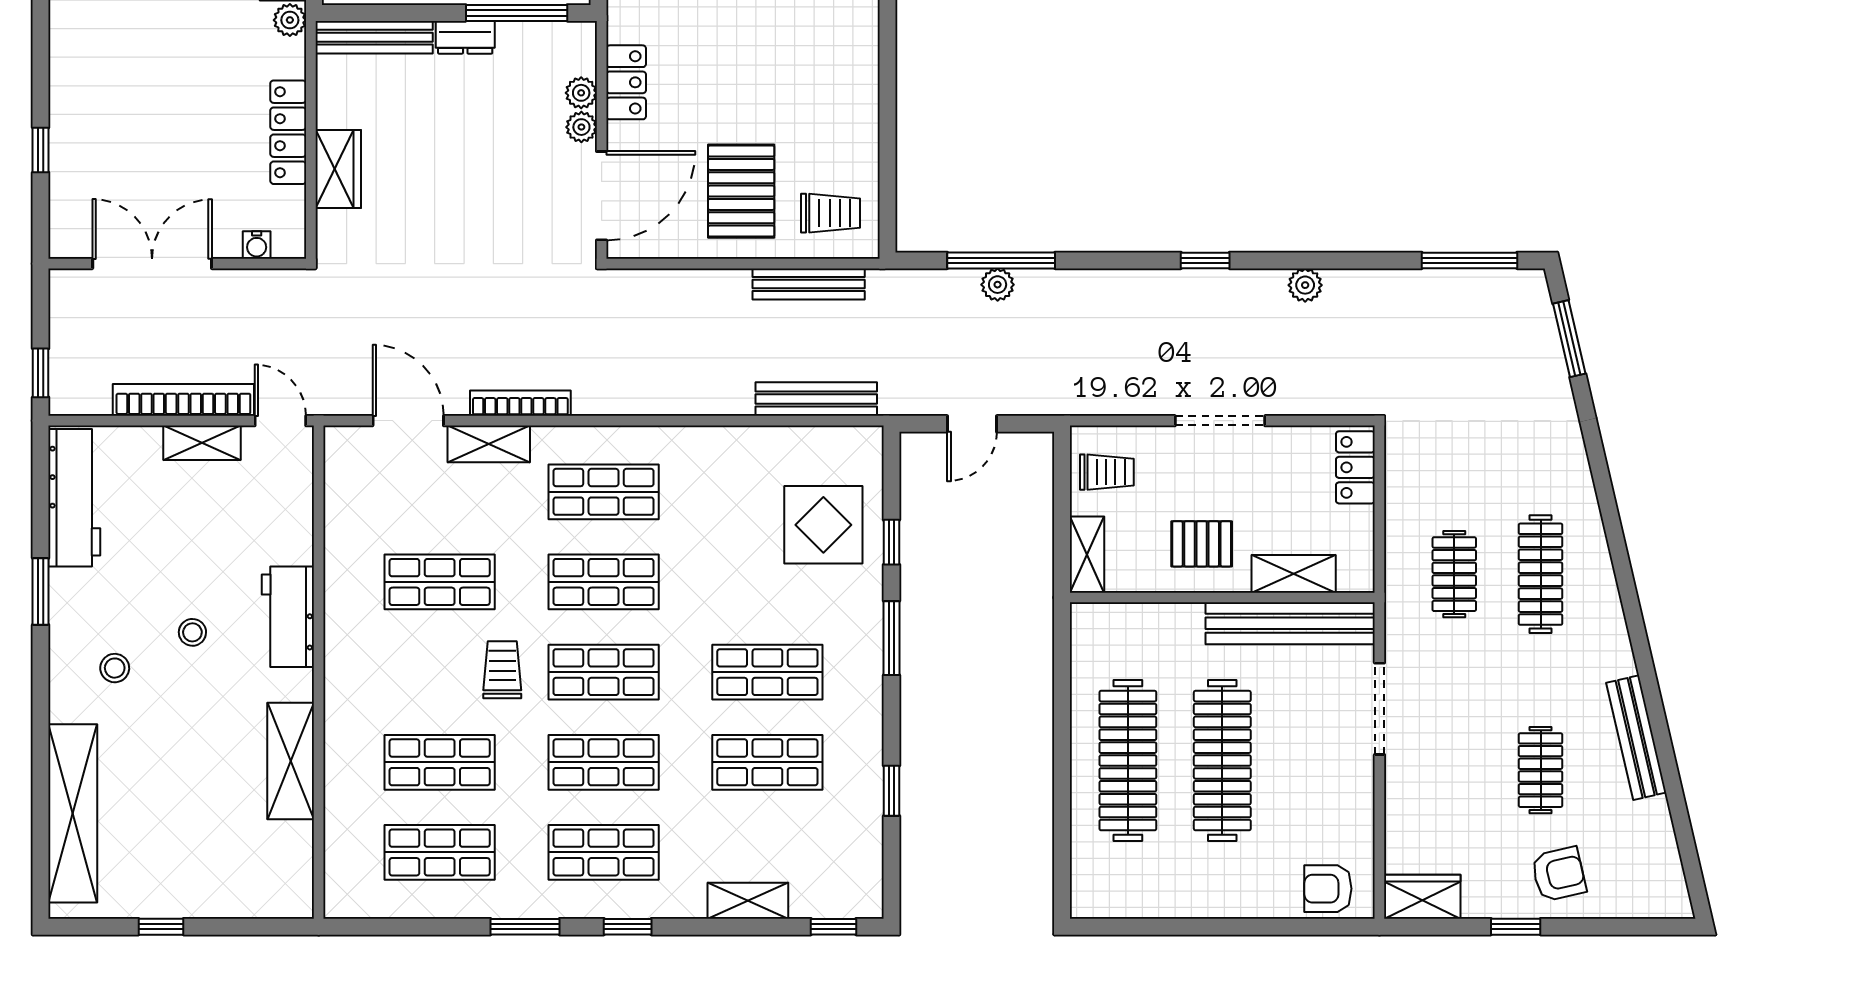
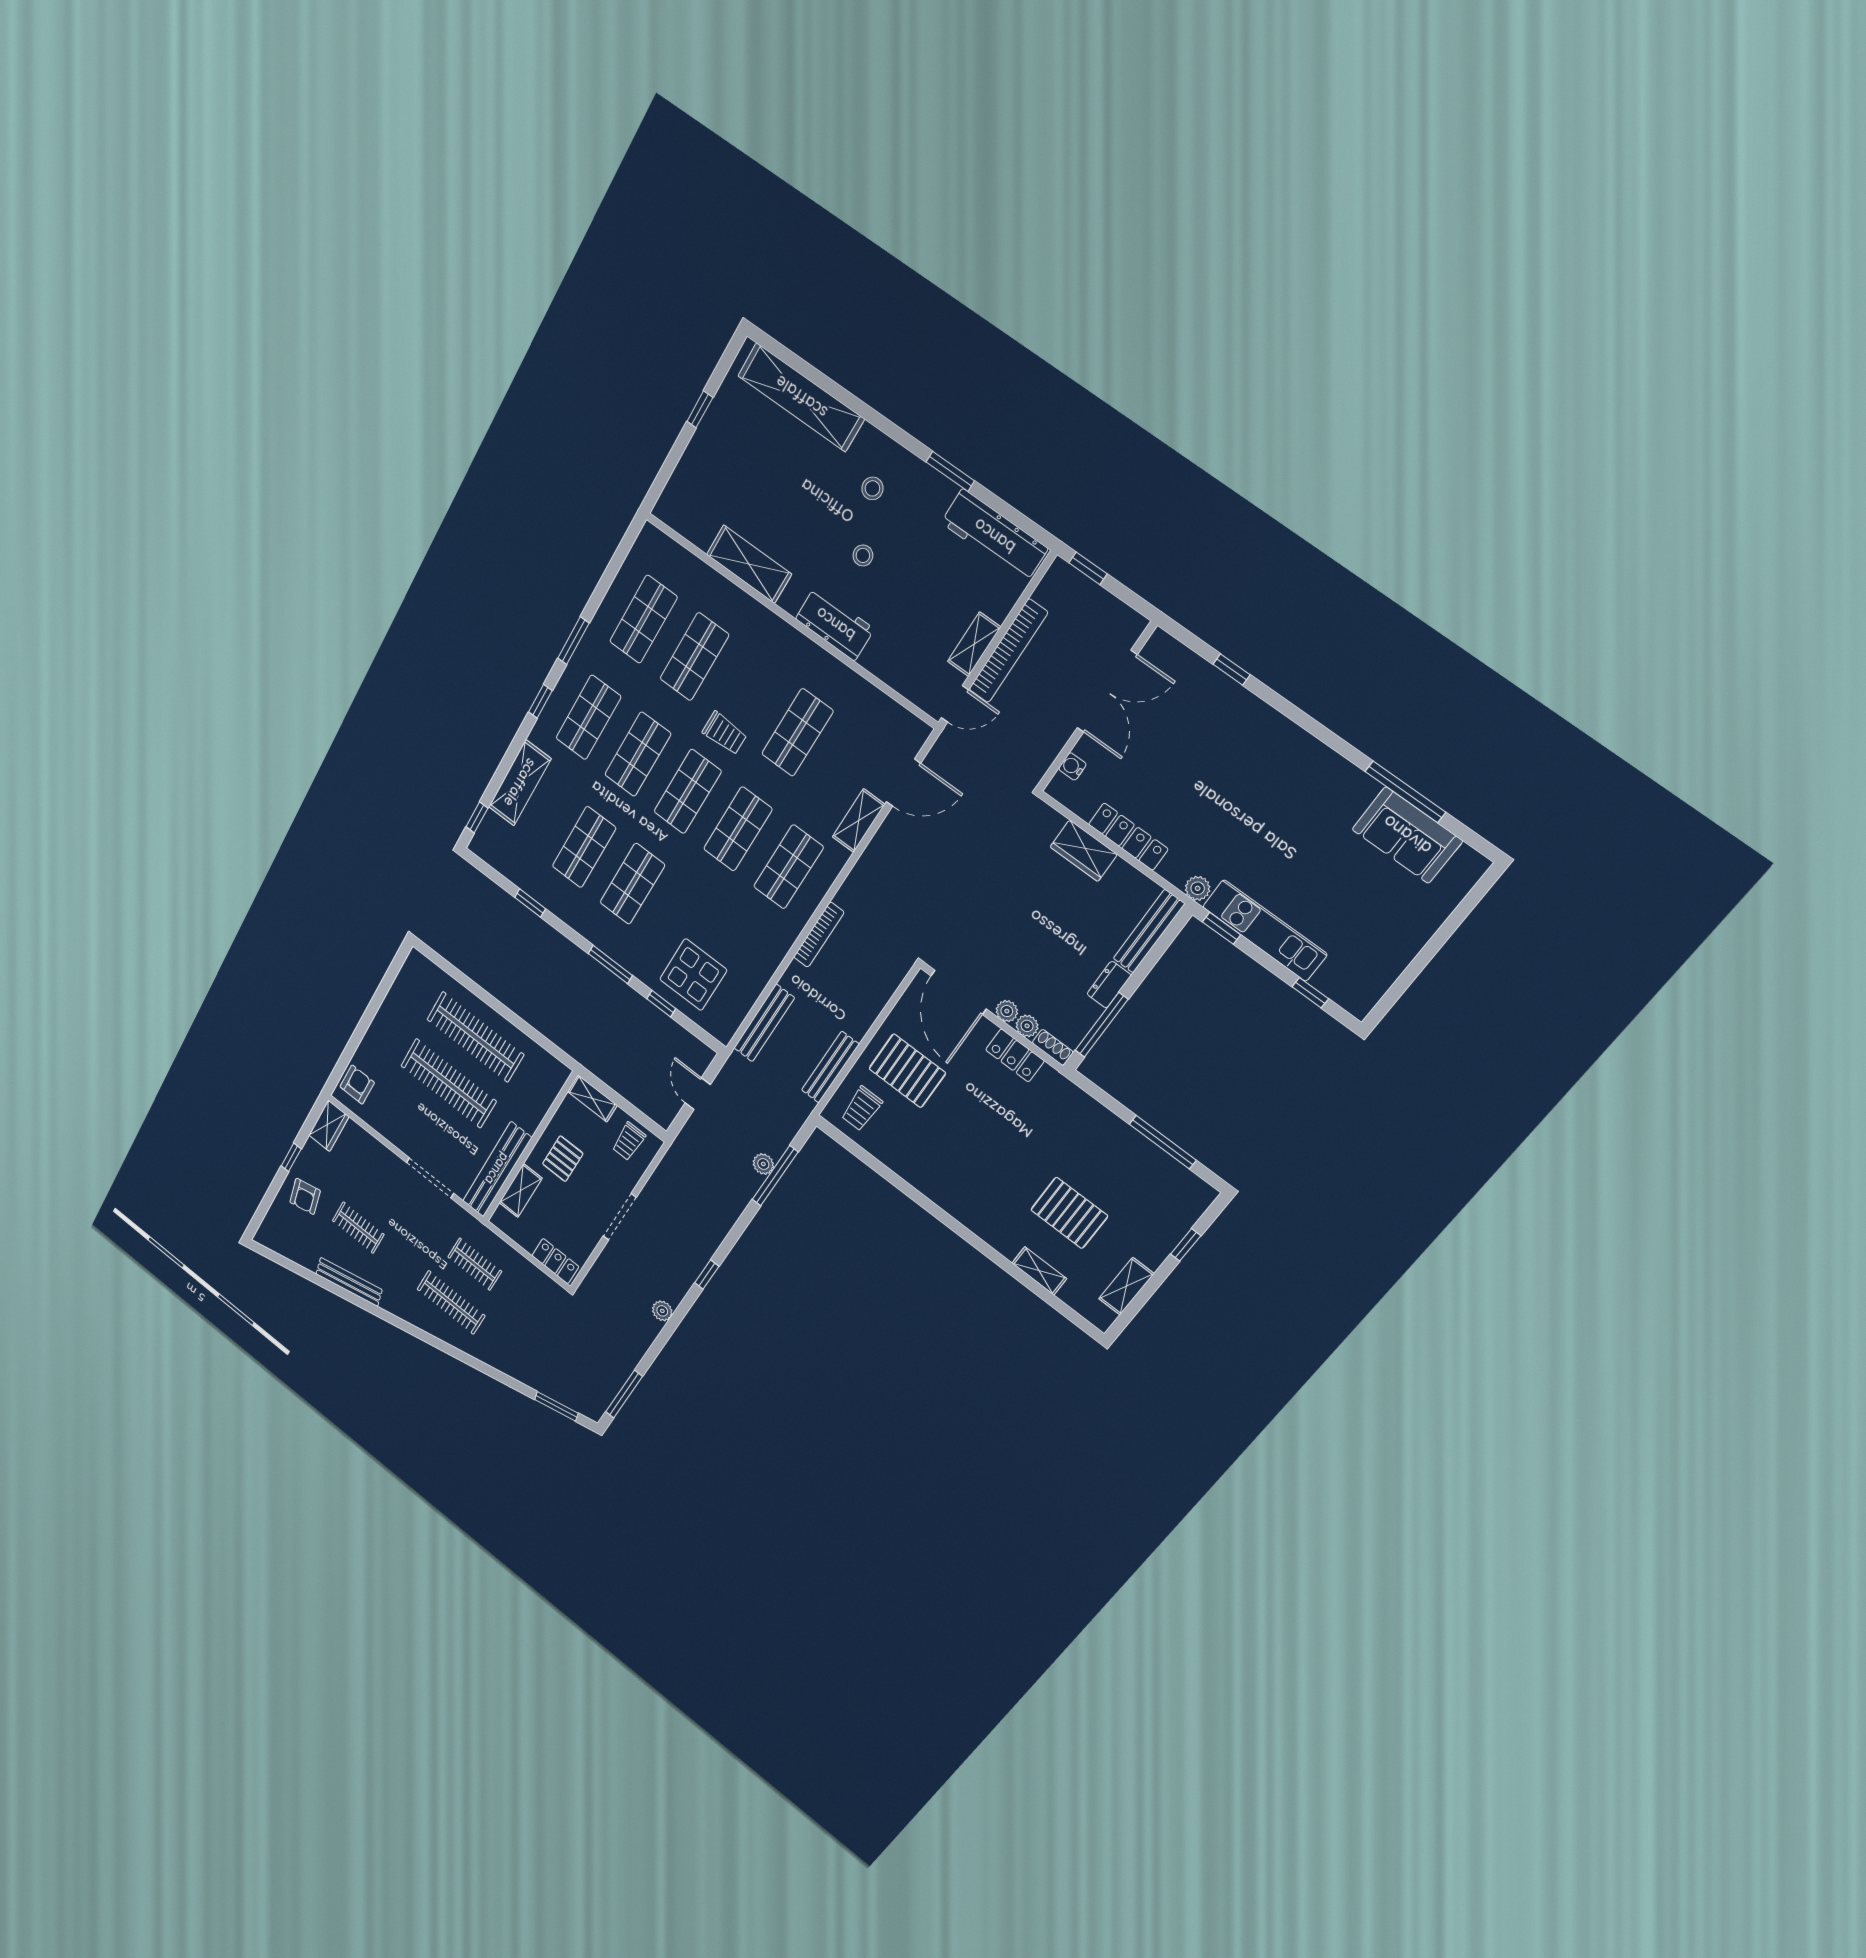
shoe rack: (584, 47) -> (1053, 1047), added
bookcase: (520, 403) -> (819, 935), moved
shelving: (748, 901) -> (520, 783), width x1.50, depth x1.33

